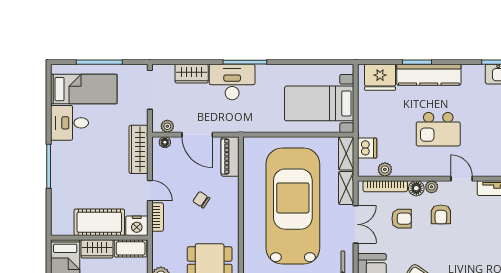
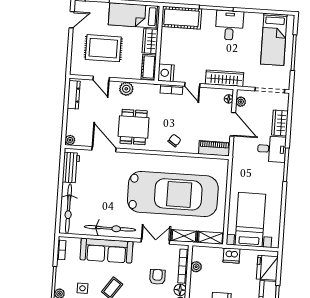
desk: (232, 82) -> (272, 149), width x0.73
desk: (69, 123) -> (229, 25), moved
door: (197, 135) -> (233, 124), swing flipped
dishwasher: (367, 148) -> (231, 255), moved
door: (150, 191) -> (192, 85), hinge flipped
chair: (201, 200) -> (174, 141), moved
armchair: (402, 219) -> (157, 277), turned 180
cot: (99, 222) -> (181, 18), moved, turned 90
double door: (356, 224) -> (155, 241), swing flipped

